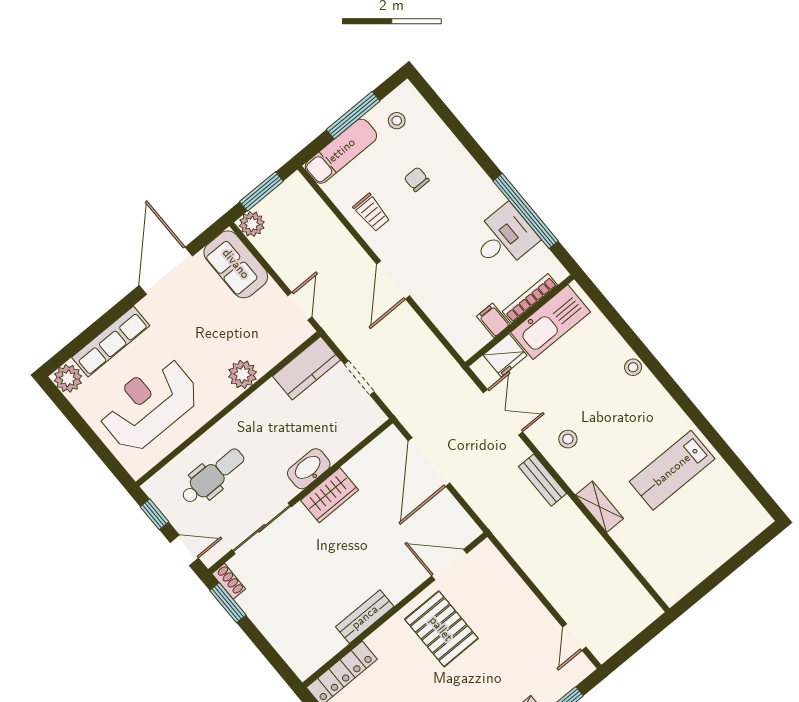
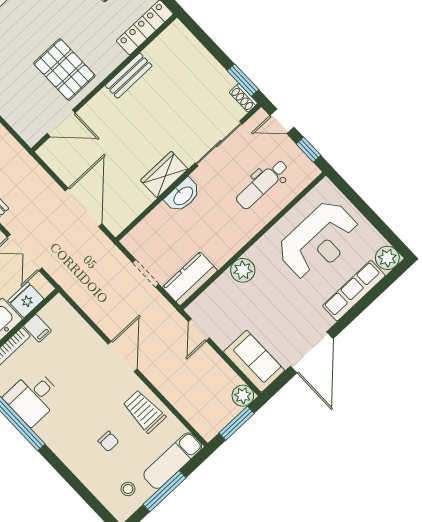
trolley: (372, 213) -> (144, 411), width x1.36, depth x1.39

